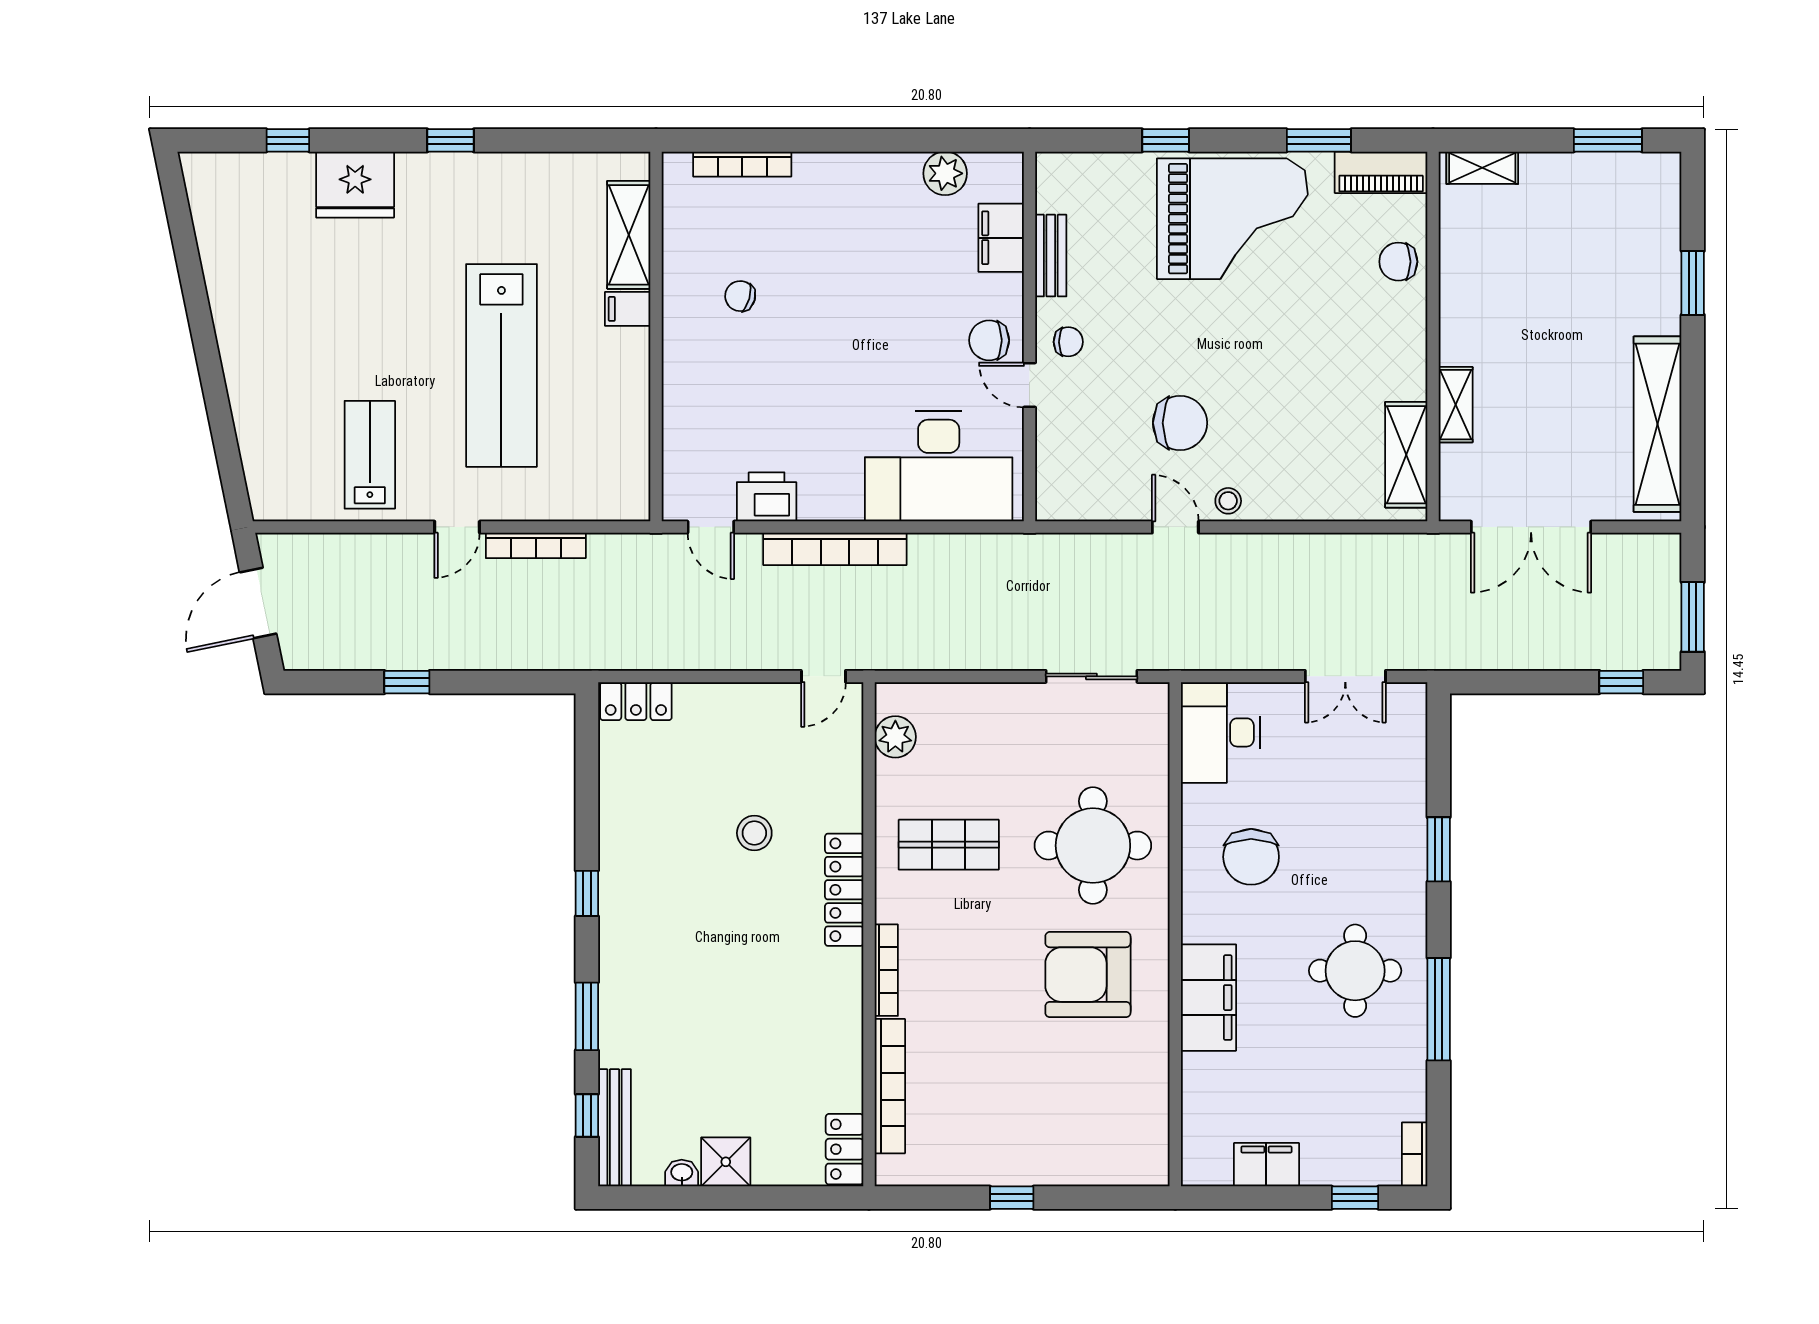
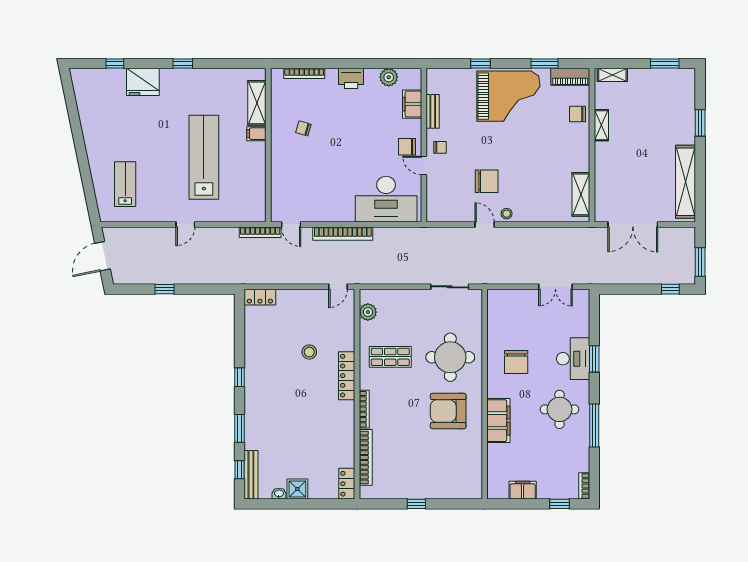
lab bench: (501, 365) -> (204, 157), turned 180
shelving: (1456, 405) -> (601, 125), moved
lab bench: (370, 455) -> (125, 184), moved
printer: (767, 497) -> (351, 78), moved, turned 180
bookcase: (536, 545) -> (260, 232), moved
desk: (1221, 732) -> (573, 359), moved, turned 180

